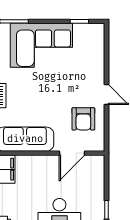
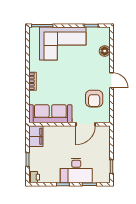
floor lamp: (97, 55) -> (105, 51), added

